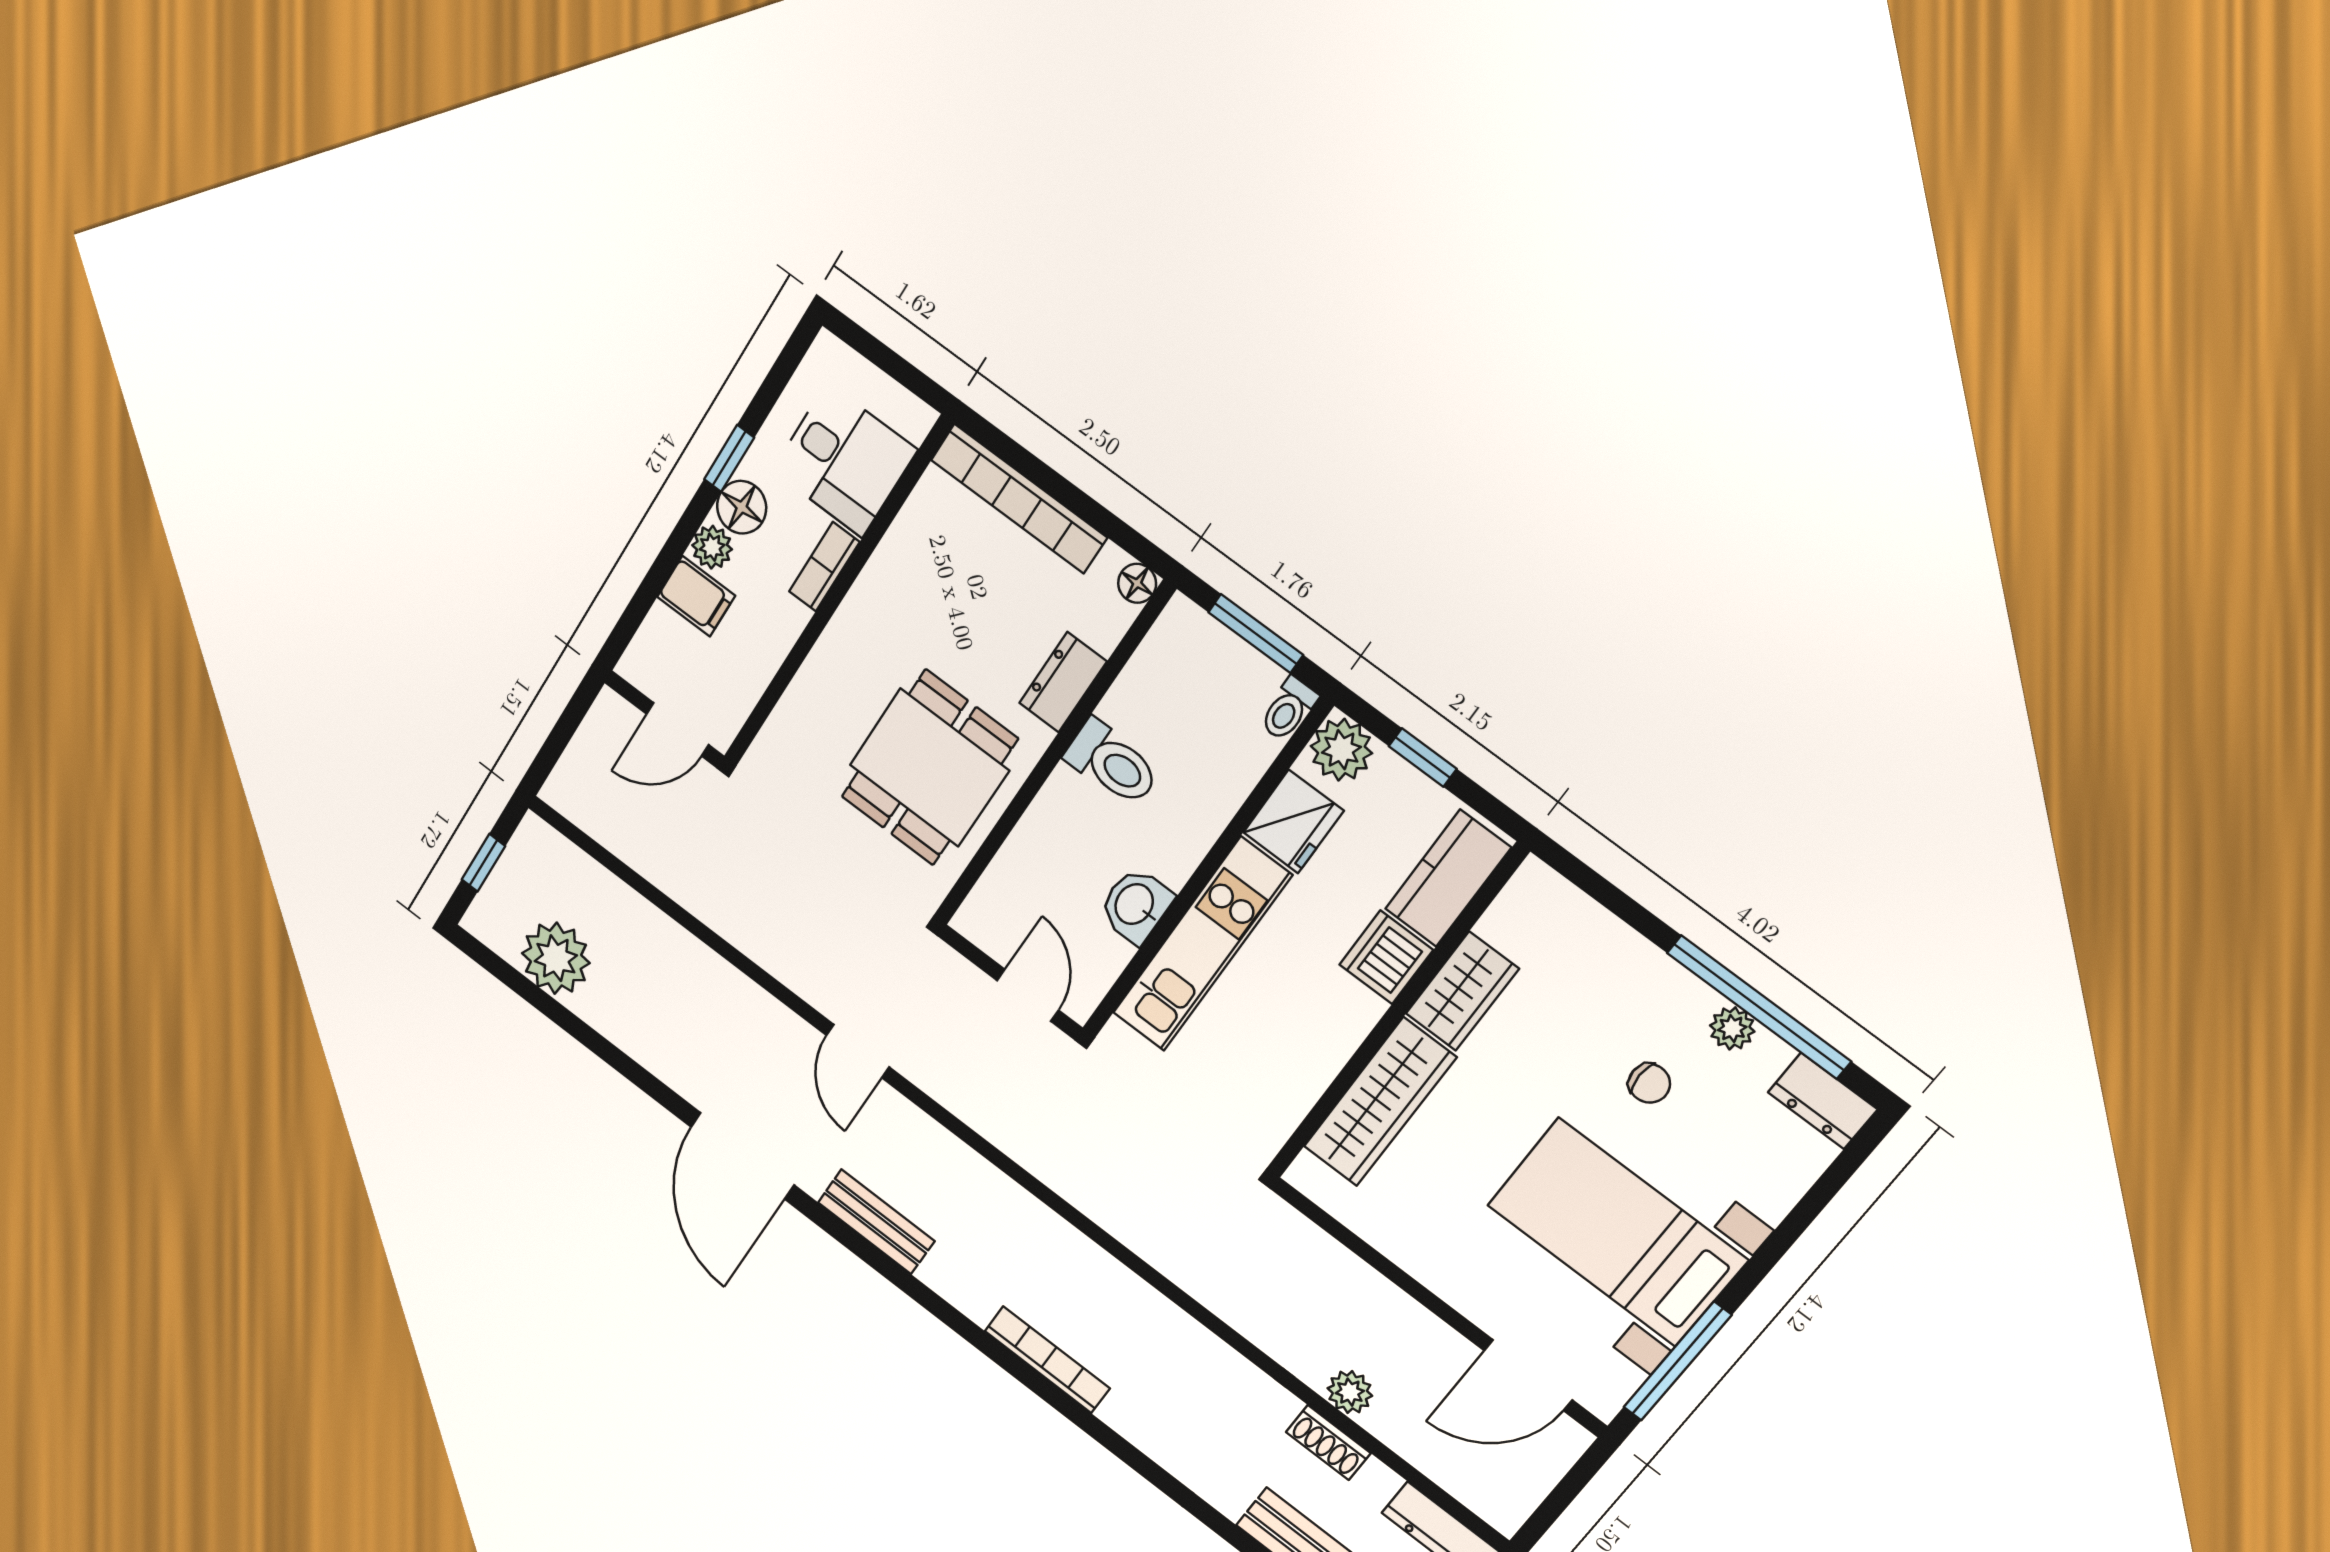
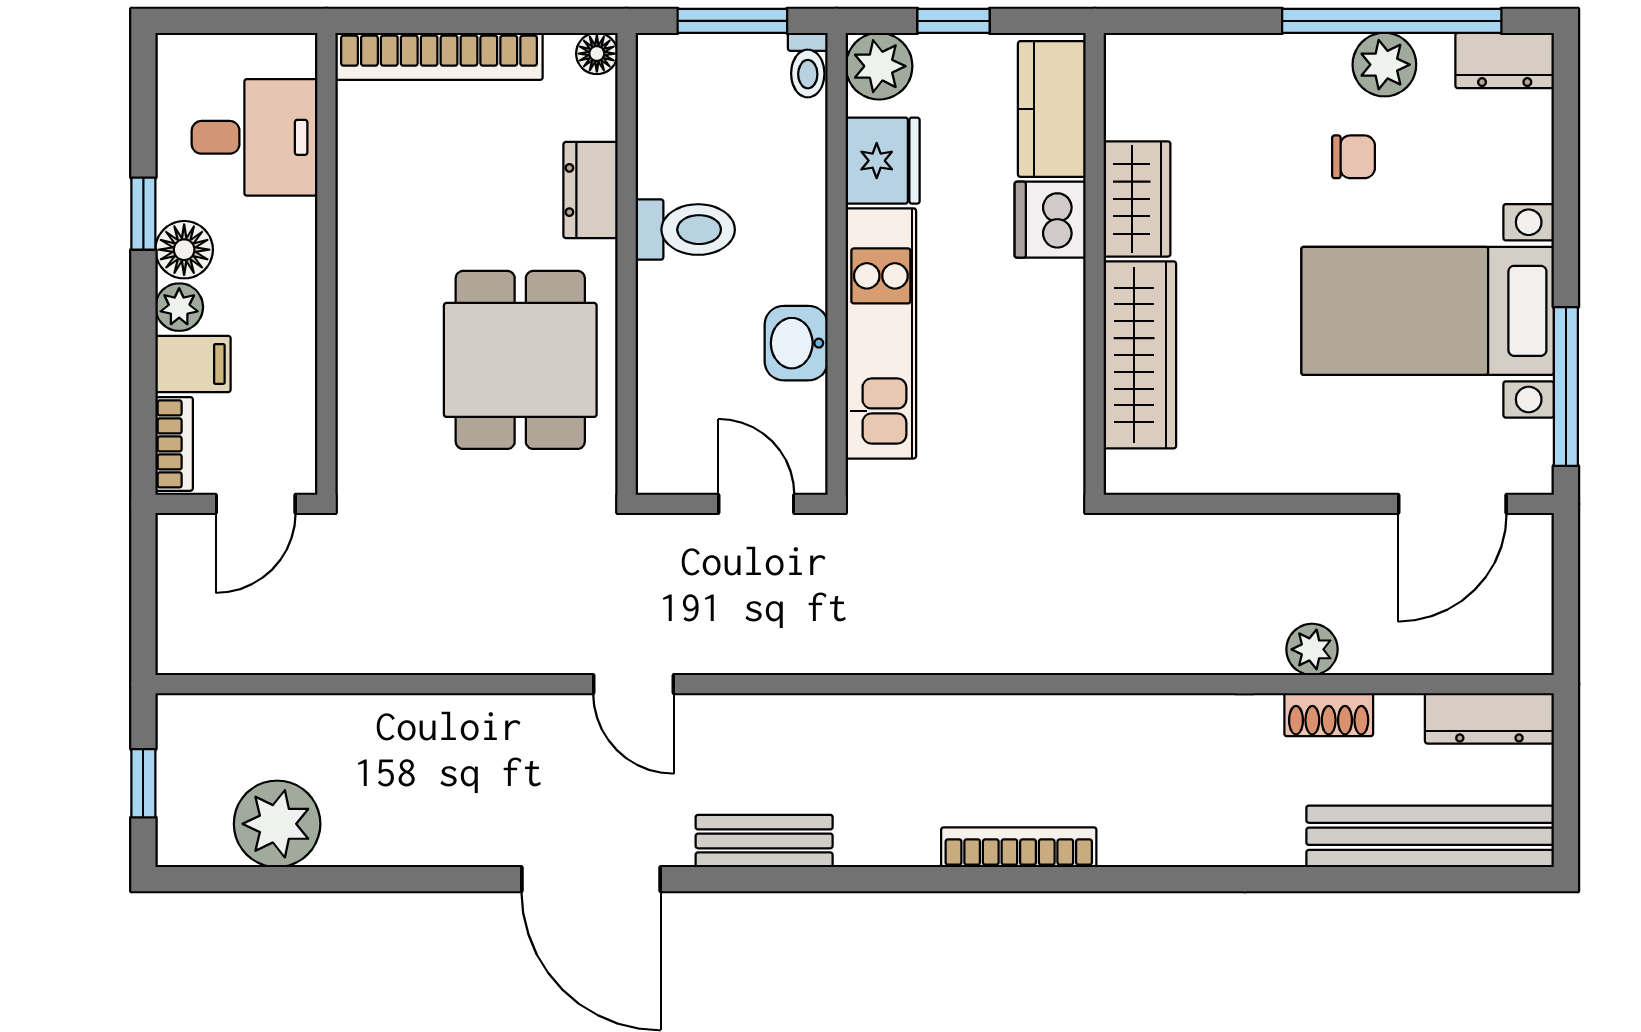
bookcase: (824, 567) -> (174, 444), moved, turned 180
plant: (1732, 1028) -> (1384, 65), width x1.38, depth x1.38

